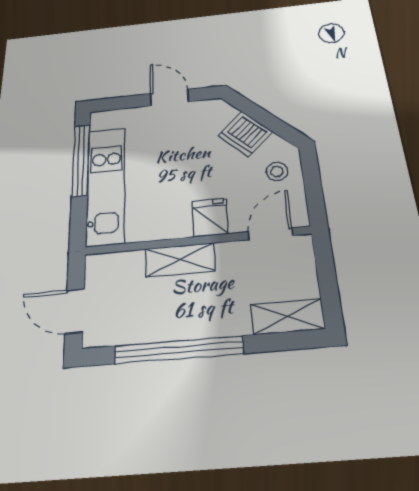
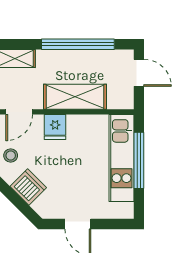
window: (81, 160) -> (139, 160), moved
shelving: (180, 260) -> (75, 97), width x1.50, depth x1.33

